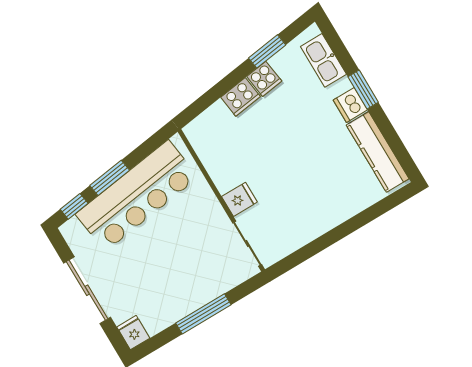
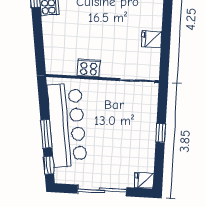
cooker: (240, 97) -> (89, 68), moved, turned -82
fridge: (239, 199) -> (152, 39), moved, turned -90
window: (203, 314) -> (161, 133), width x0.46

